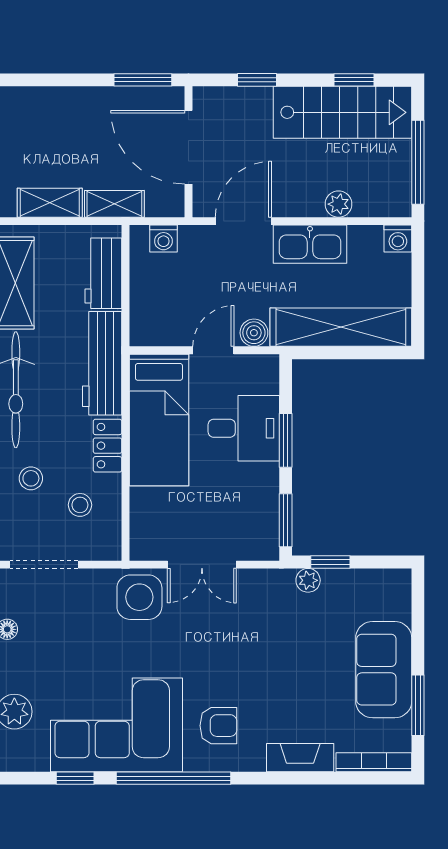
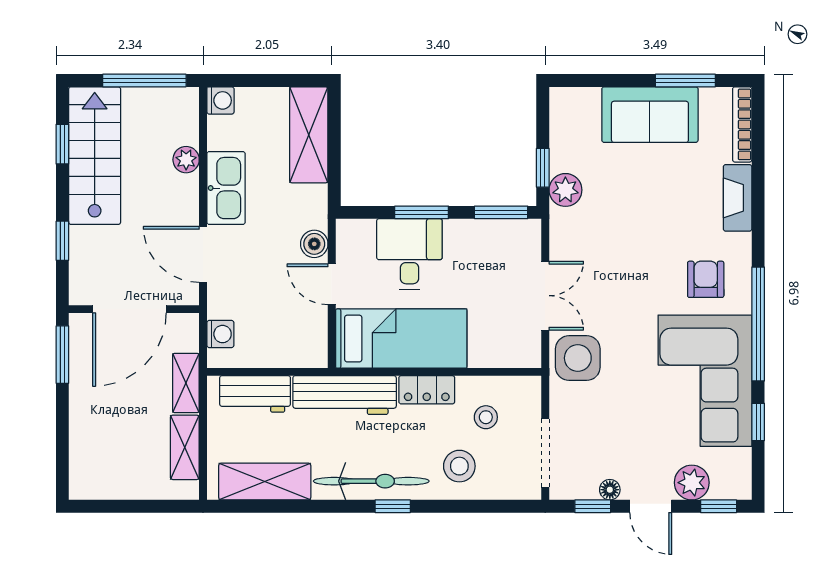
shelving: (341, 327) -> (309, 135), width x0.68
stool: (31, 478) -> (459, 466), width x1.37, depth x1.37
plant: (308, 580) -> (565, 190), width x1.38, depth x1.38

